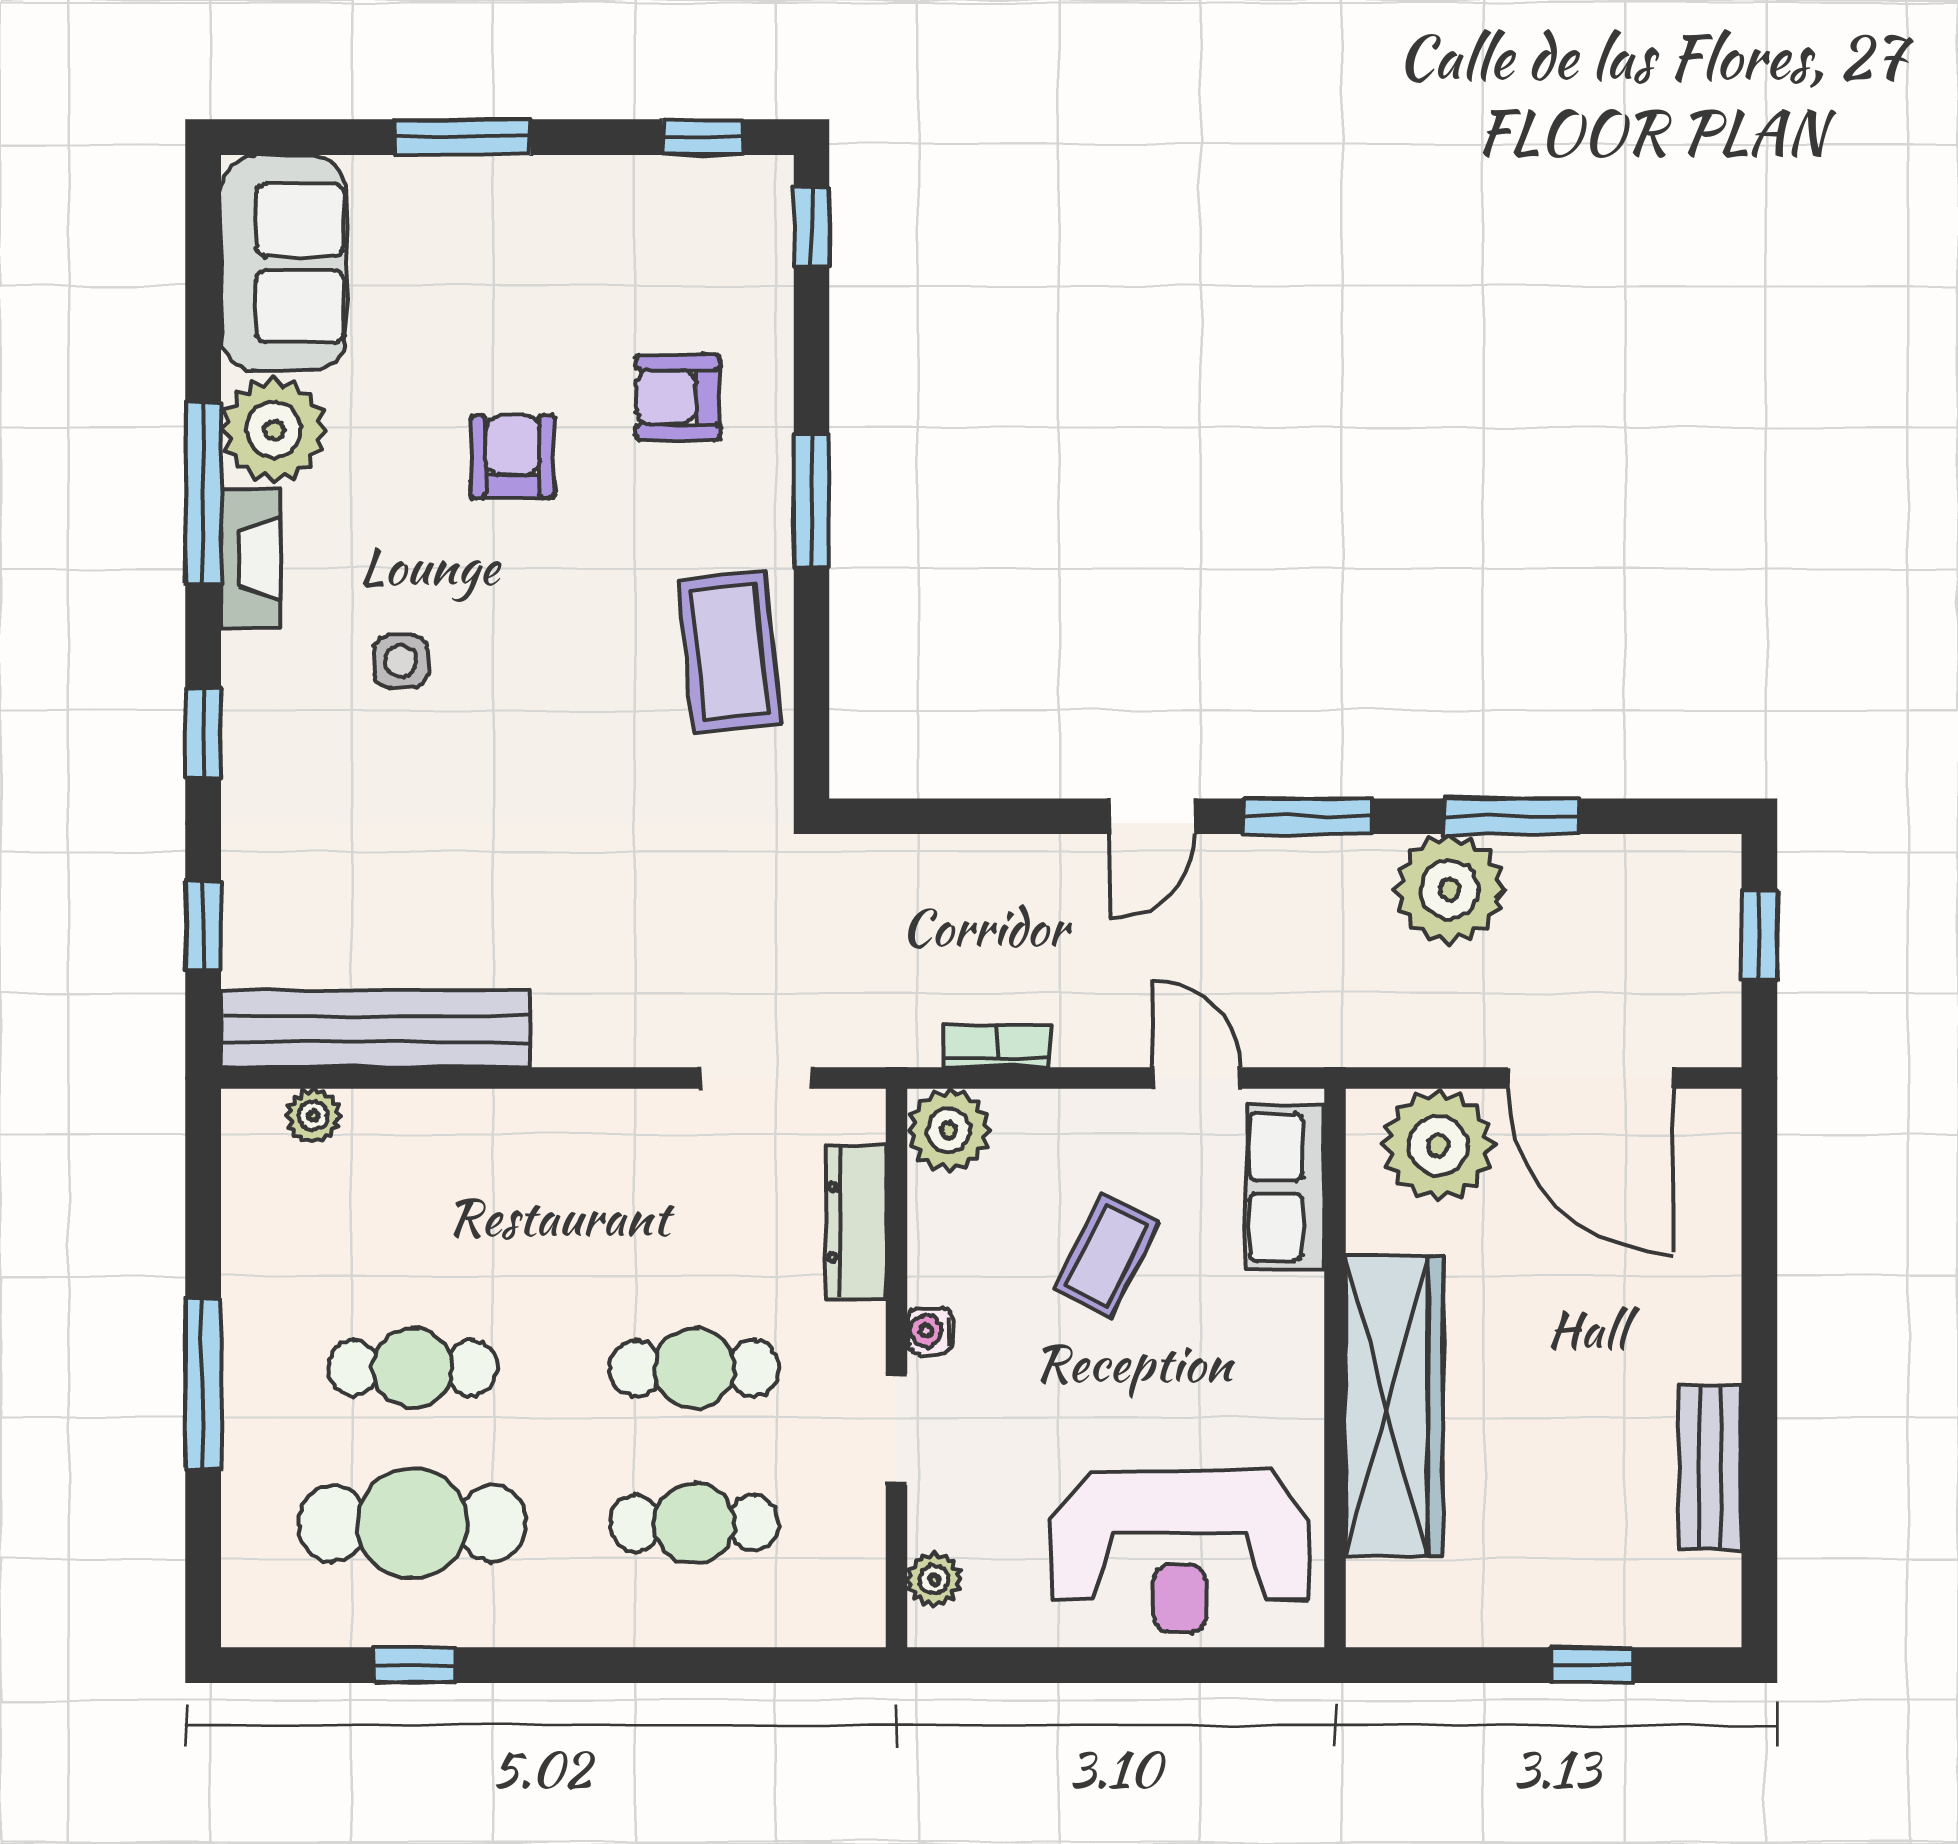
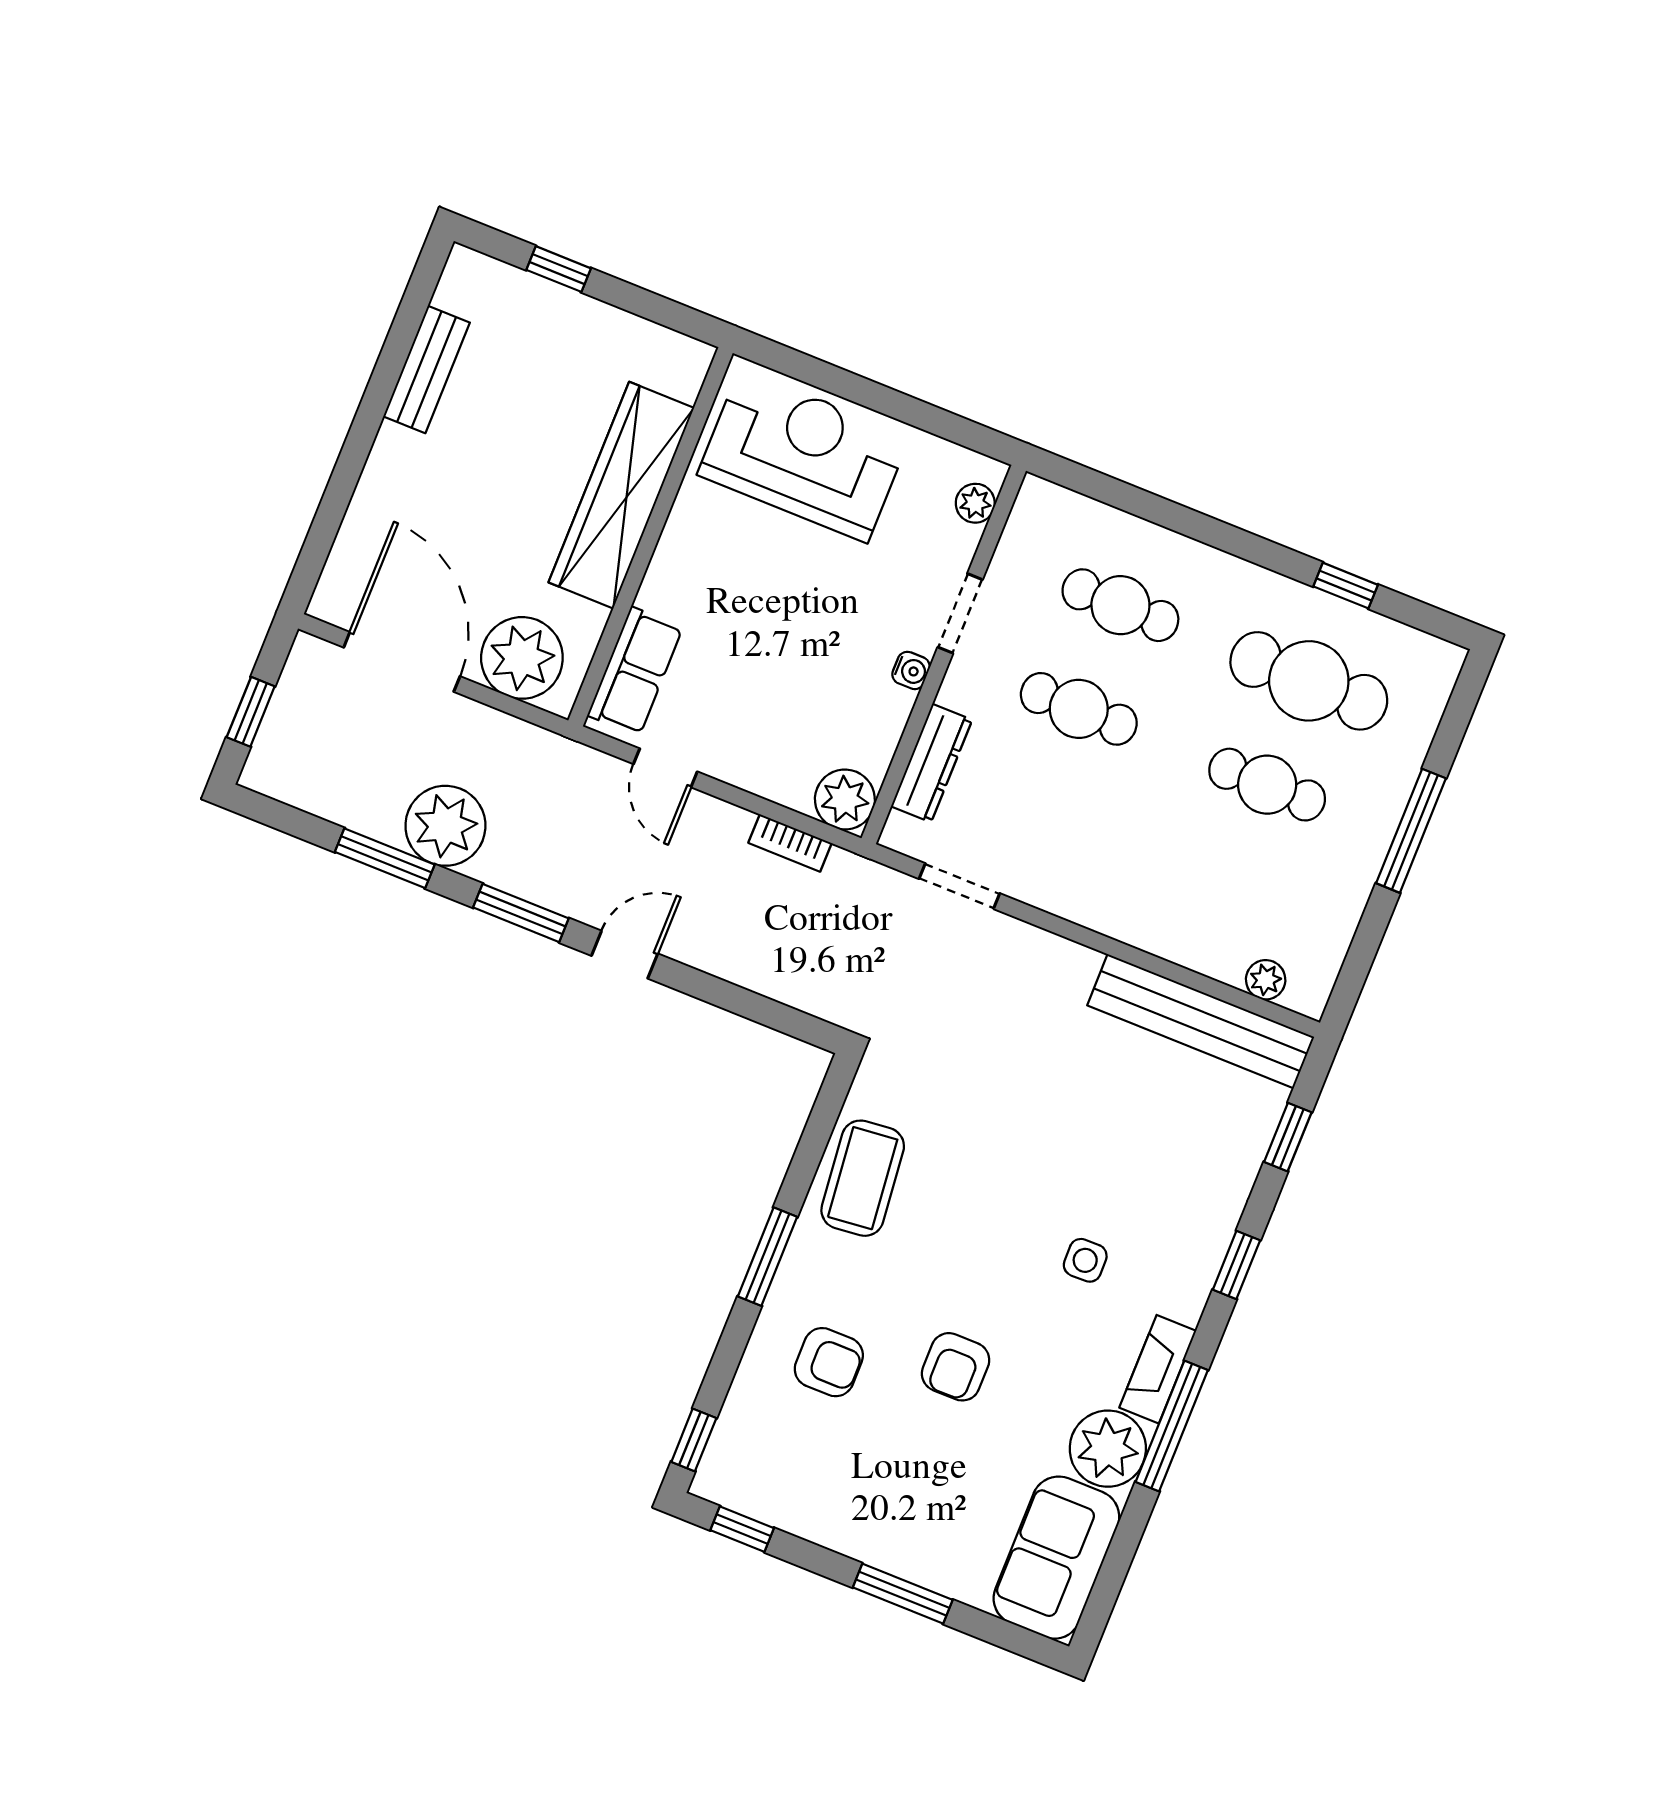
coffee table: (1106, 1255) -> (773, 674), removed

